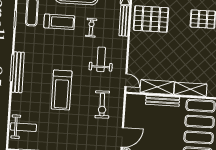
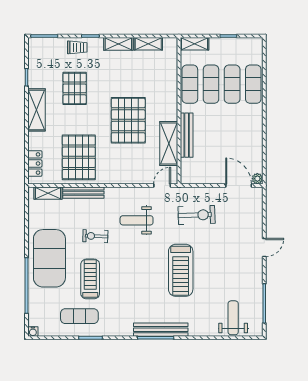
pallet: (176, 58) -> (128, 120), added
shelving: (190, 89) -> (169, 99), removed
treadmill: (62, 90) -> (181, 270), turned 90

